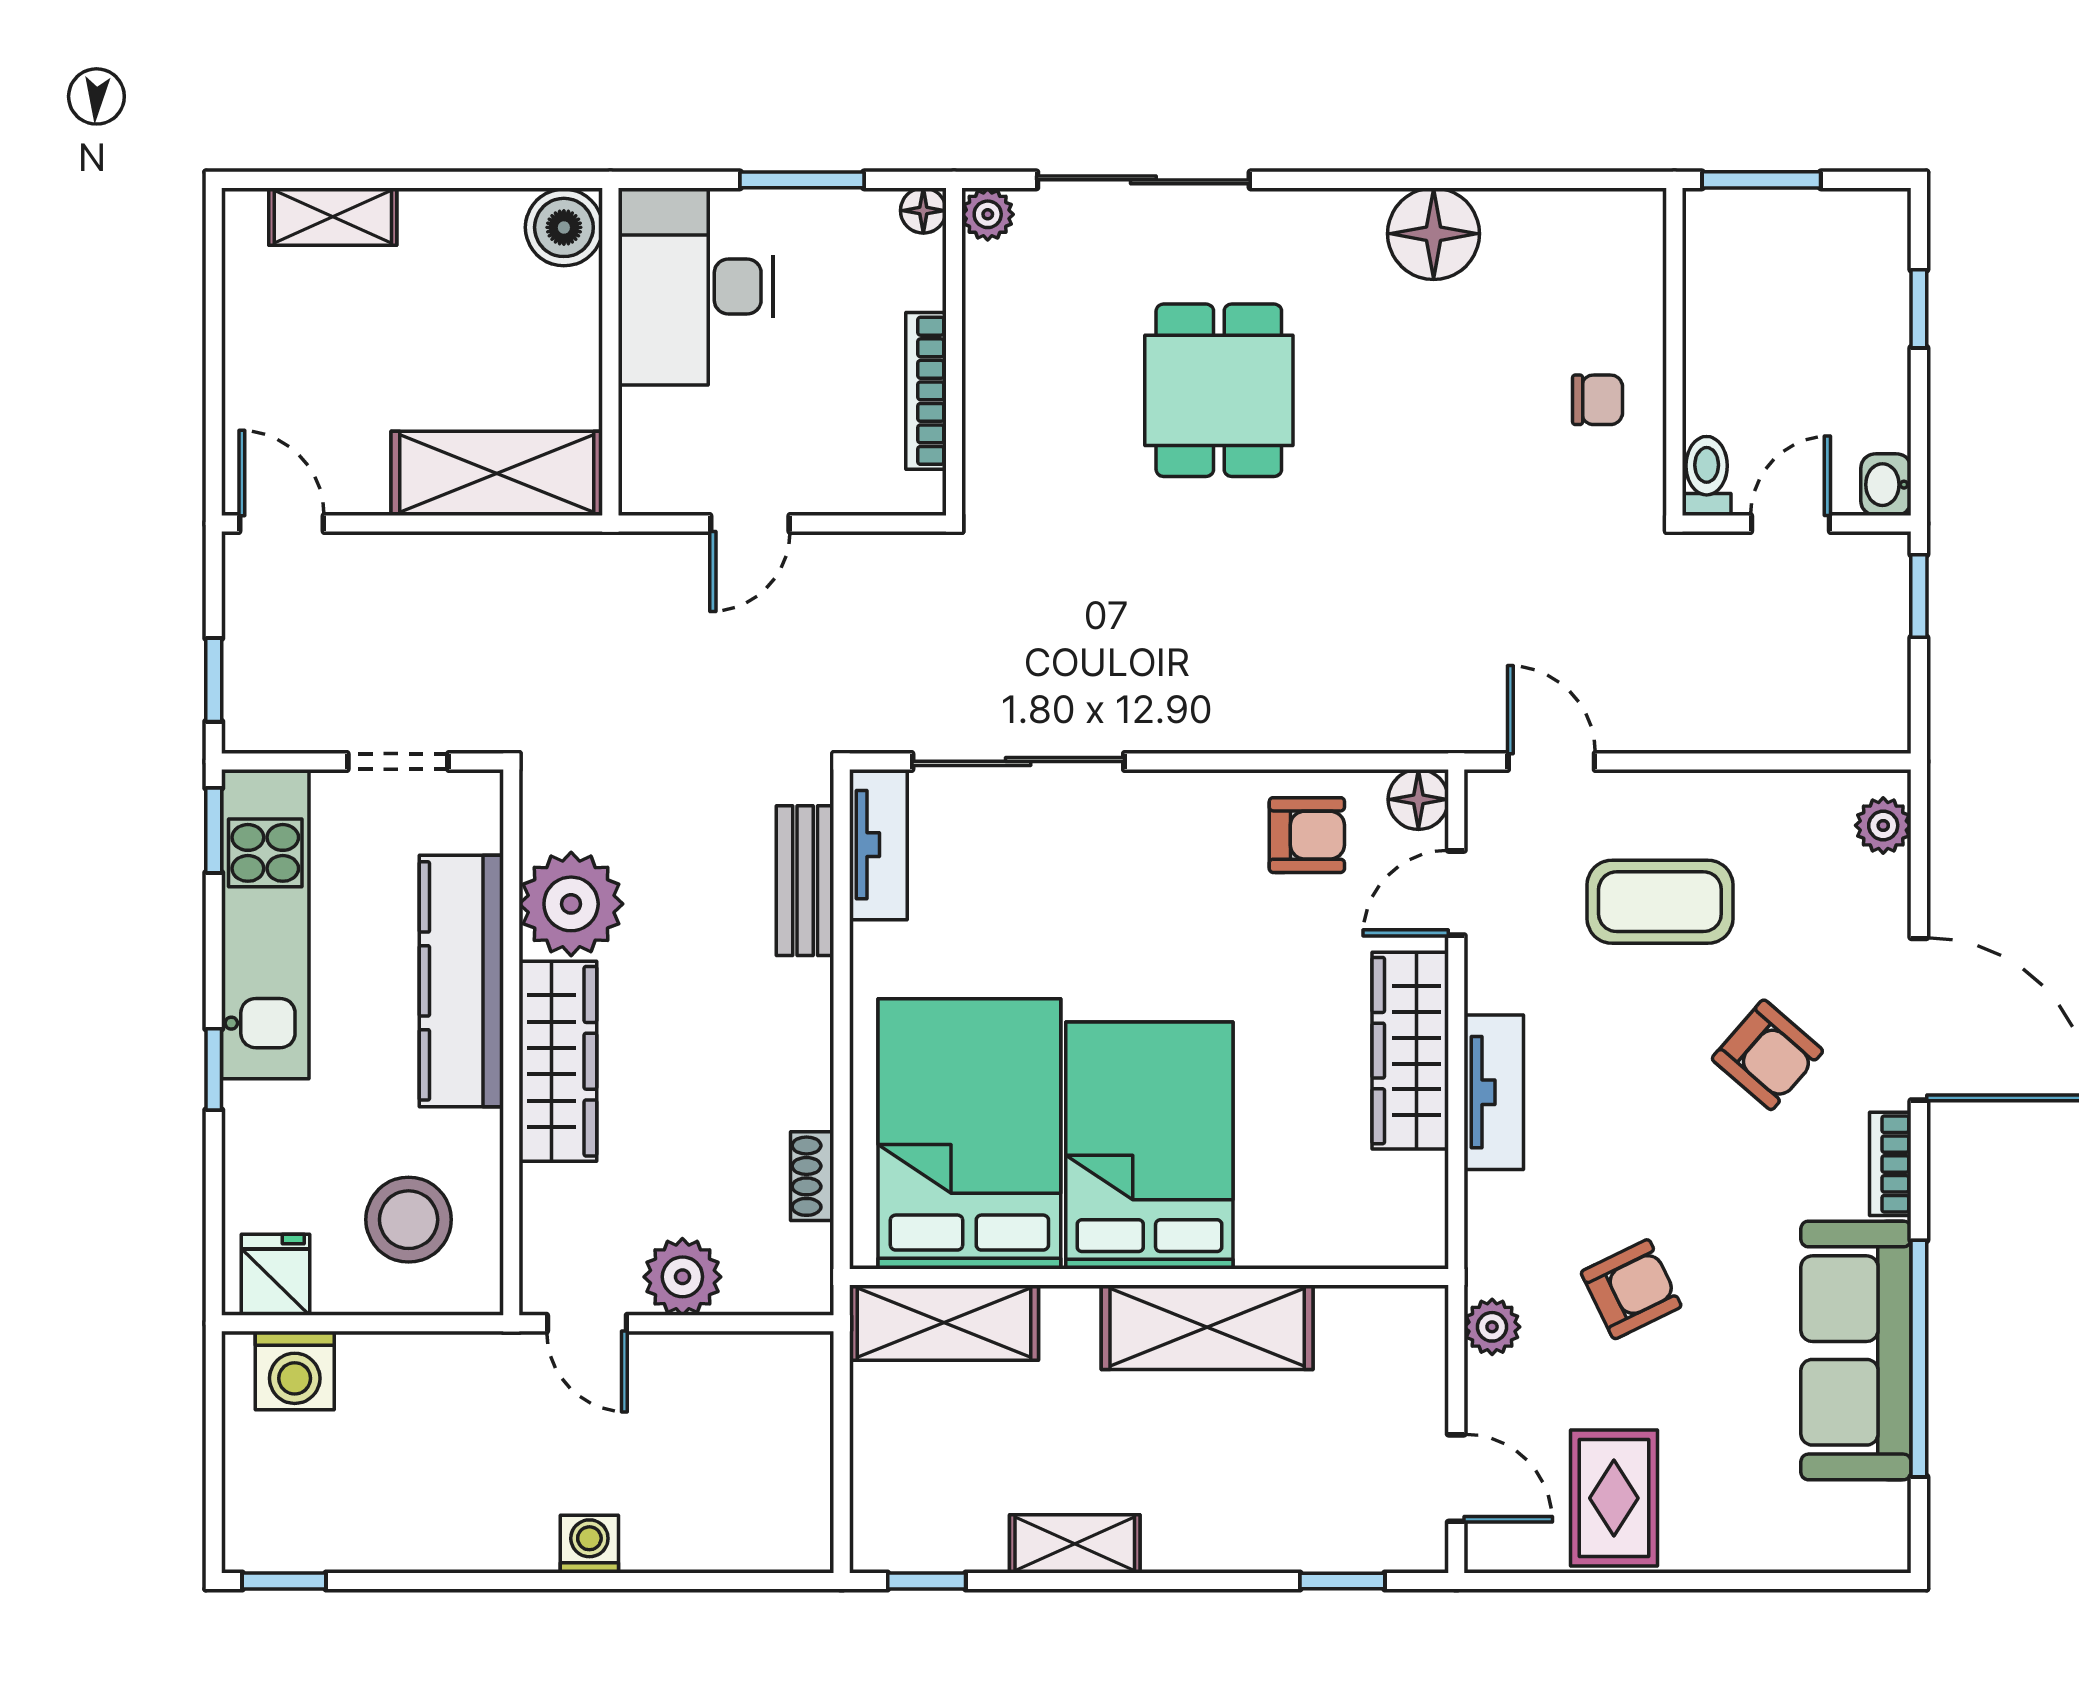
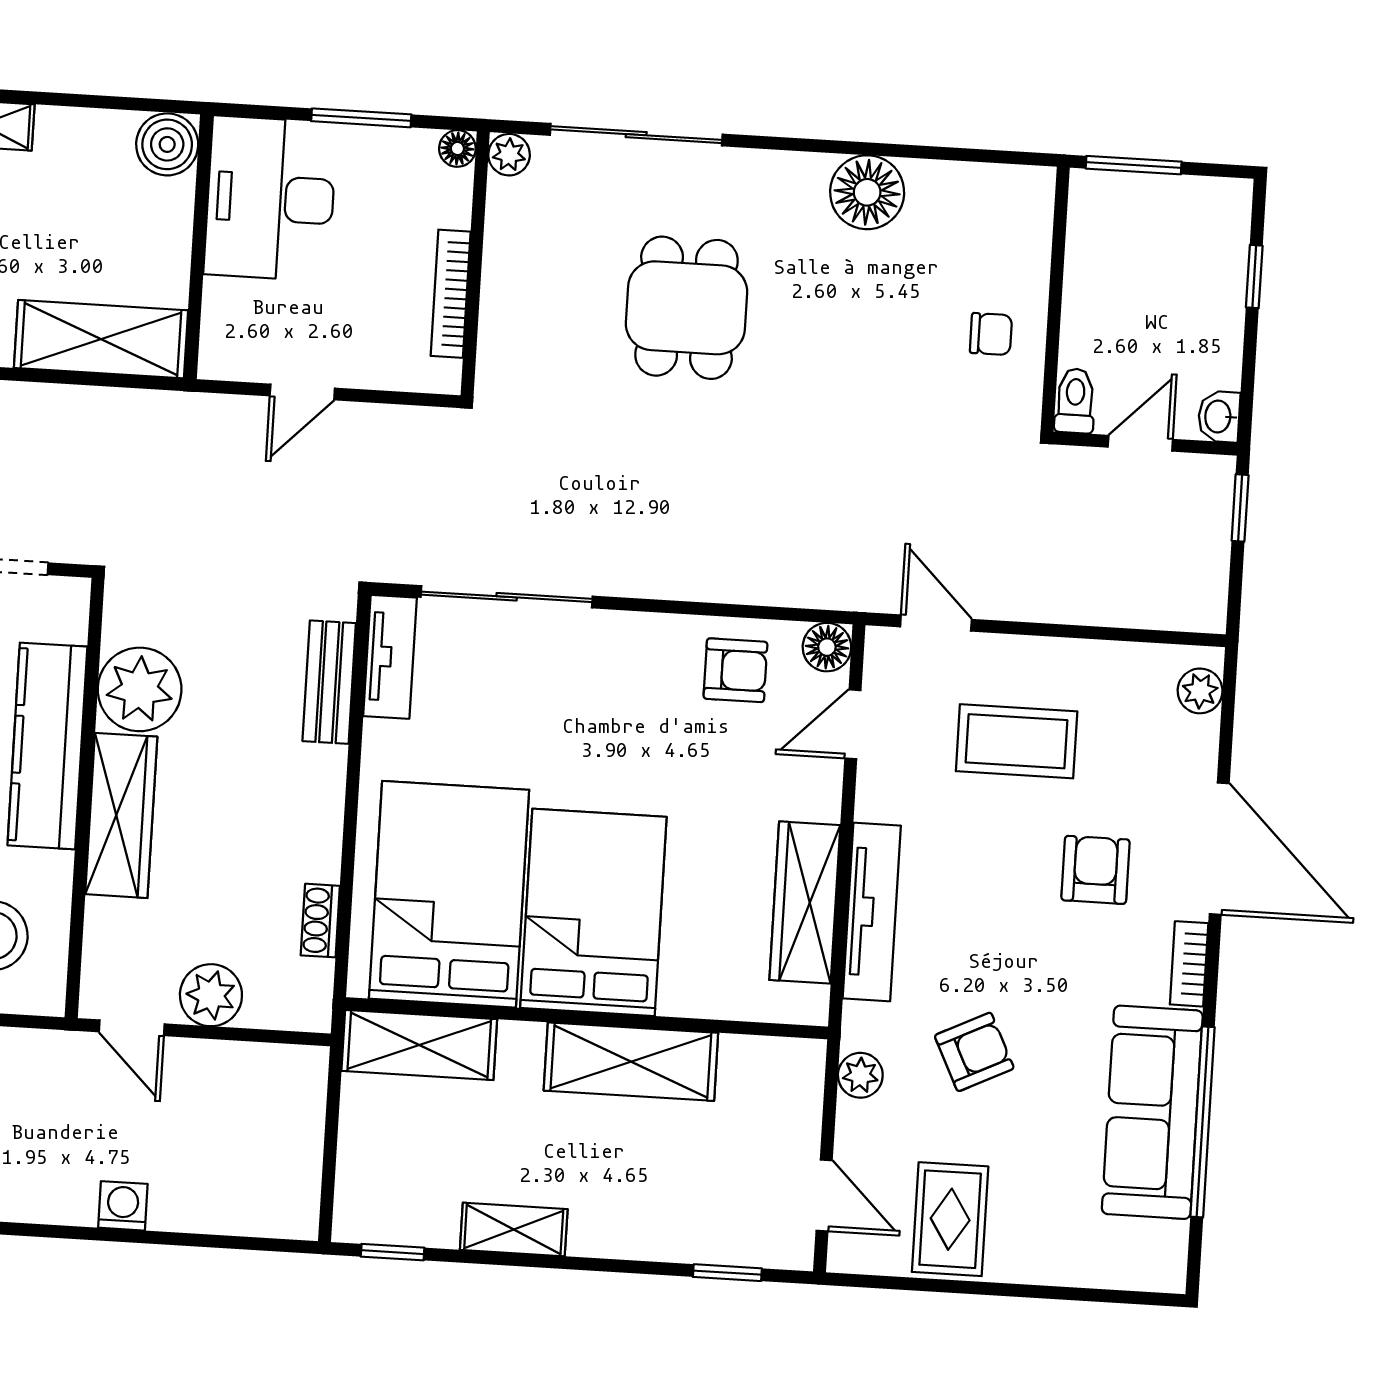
wardrobe: (1410, 1051) -> (805, 903), moved
armchair: (1767, 1055) -> (1095, 870), turned -131
tv unit: (1494, 1092) -> (872, 912), width x1.41

